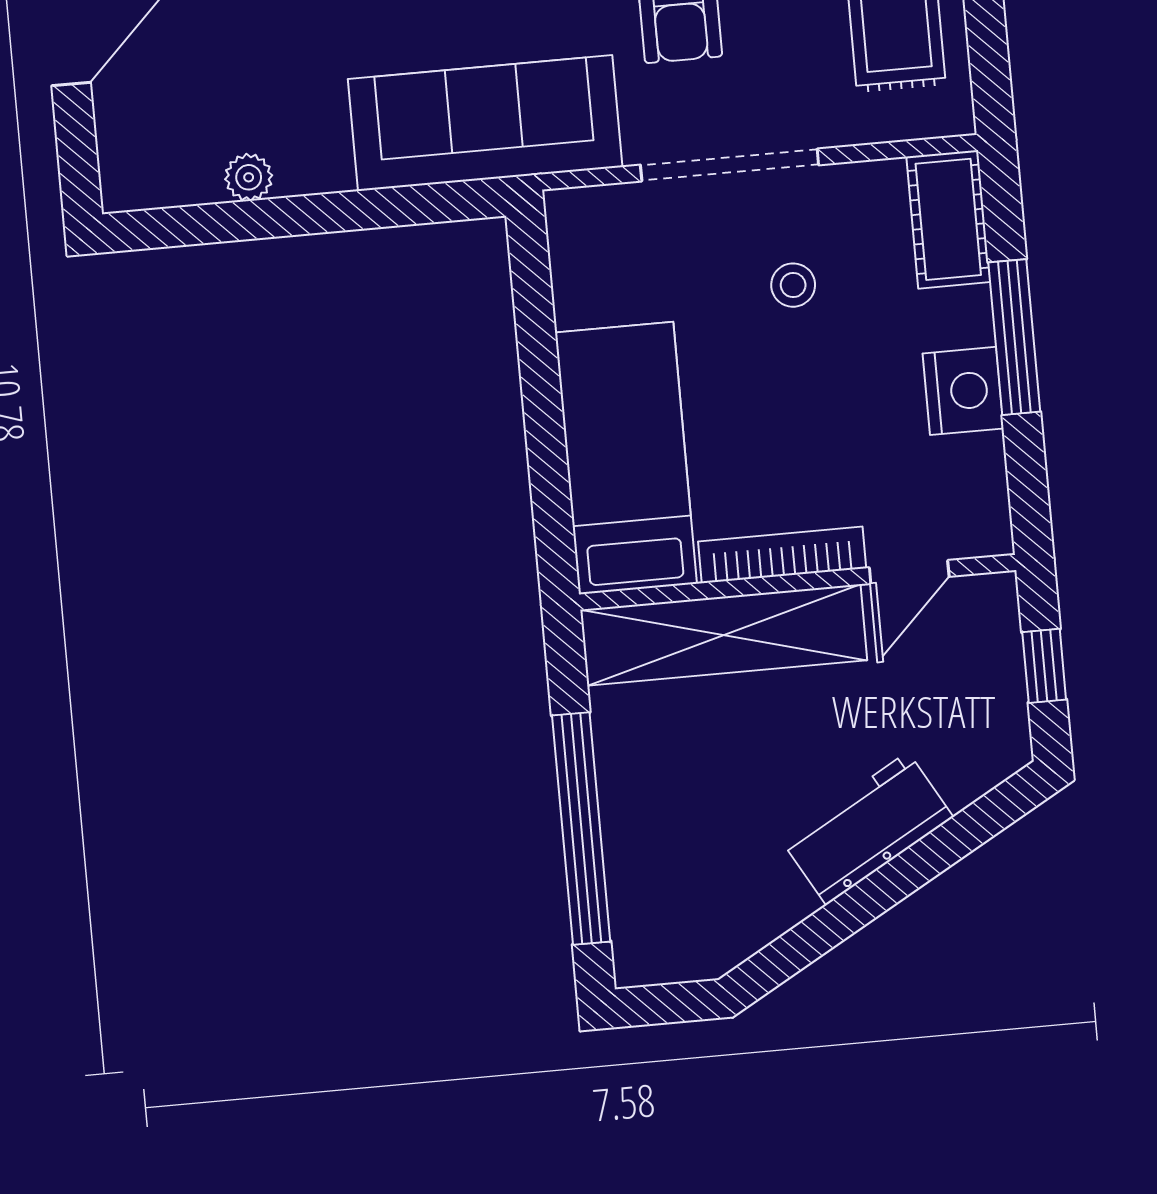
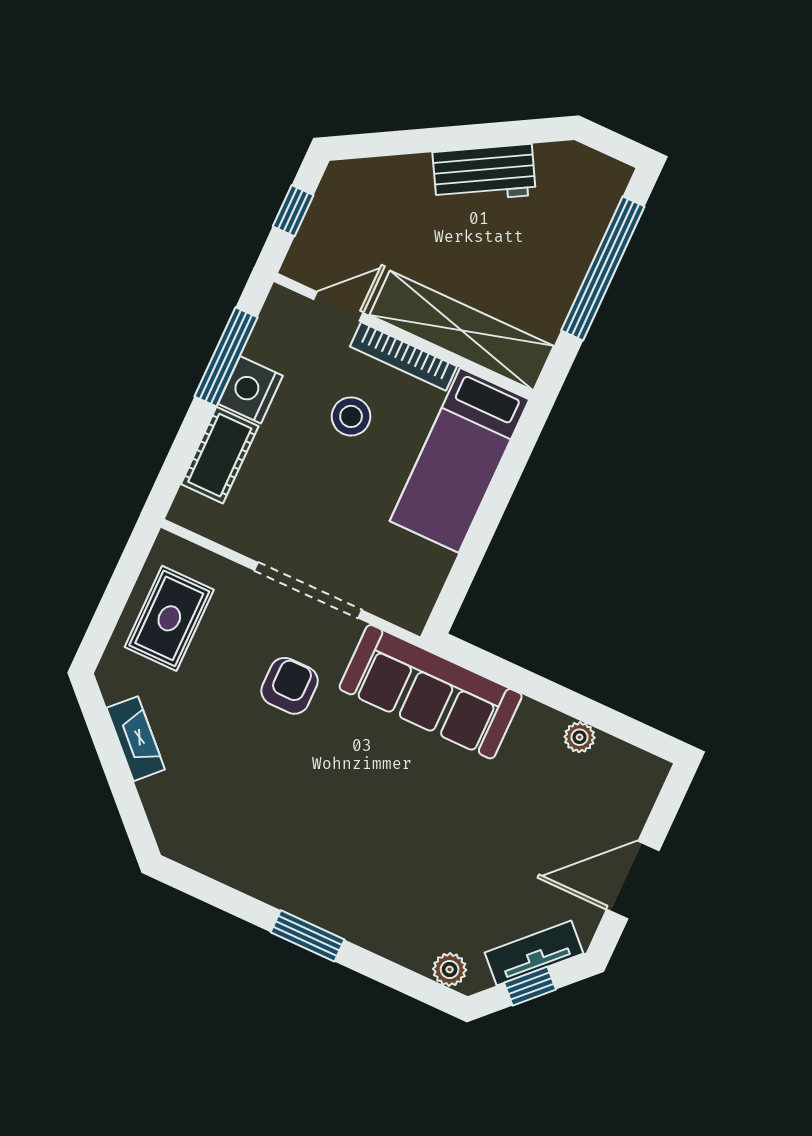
cot: (948, 219) -> (220, 455), moved
stool: (793, 285) -> (351, 416), moved, width x1.37, depth x1.37
window: (1014, 337) -> (226, 357), moved
workbench: (867, 828) -> (484, 174), moved

